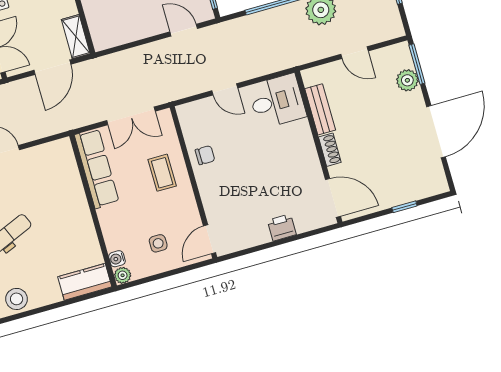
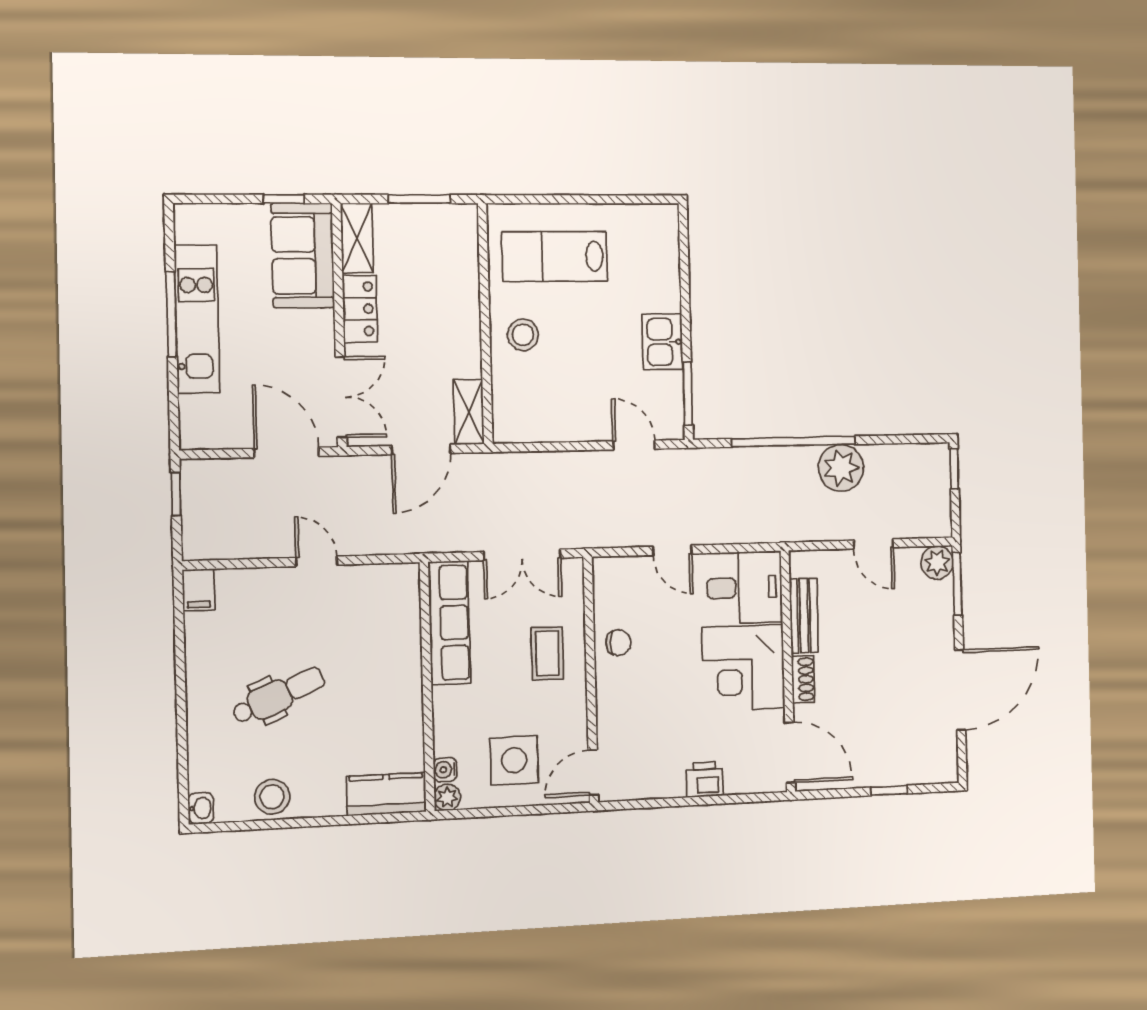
plant: (407, 80) -> (937, 563), moved
corner desk: (289, 152) -> (743, 668), added
side table: (158, 243) -> (514, 760), width x1.87, depth x1.87

